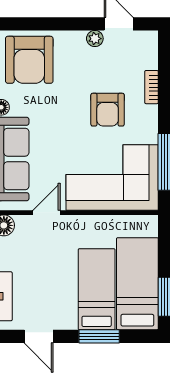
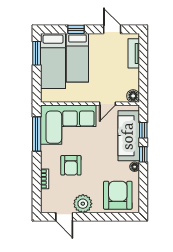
plant: (95, 39) -> (83, 204), width x1.88, depth x1.88
armchair: (108, 110) -> (71, 165), turned 180
window: (99, 336) -> (76, 29), width x0.67

